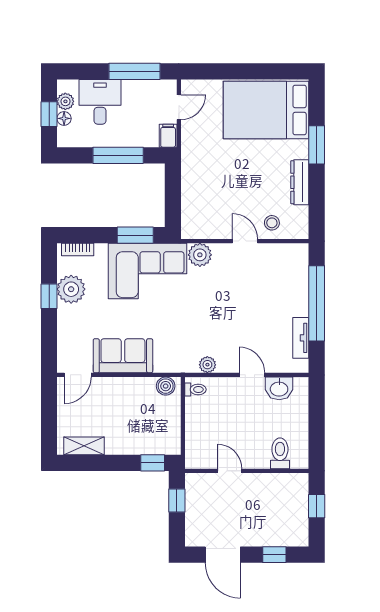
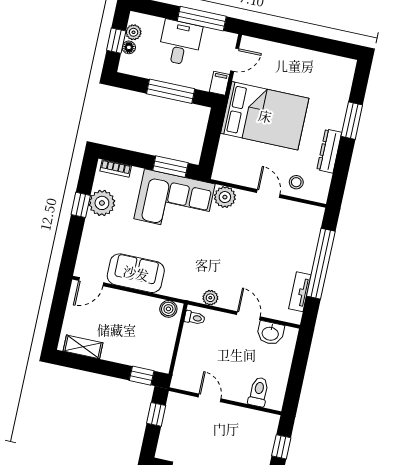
desk: (100, 102) -> (180, 43), moved
bed: (266, 110) -> (265, 116), moved, turned 180

